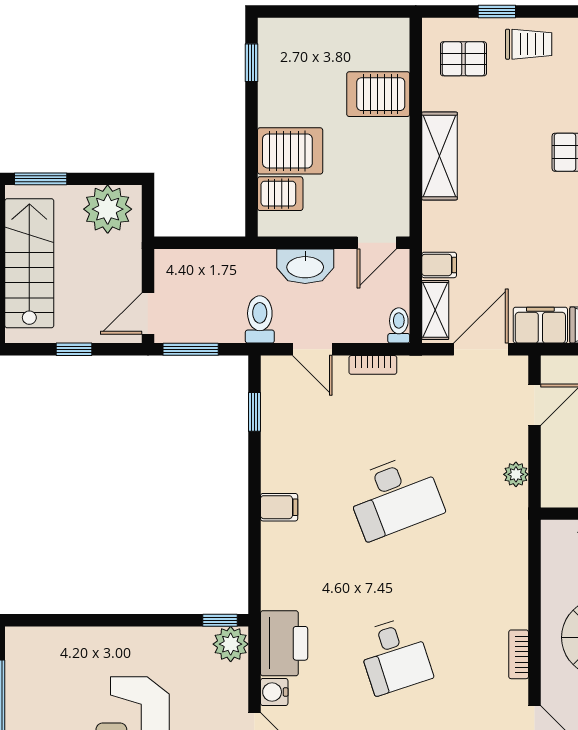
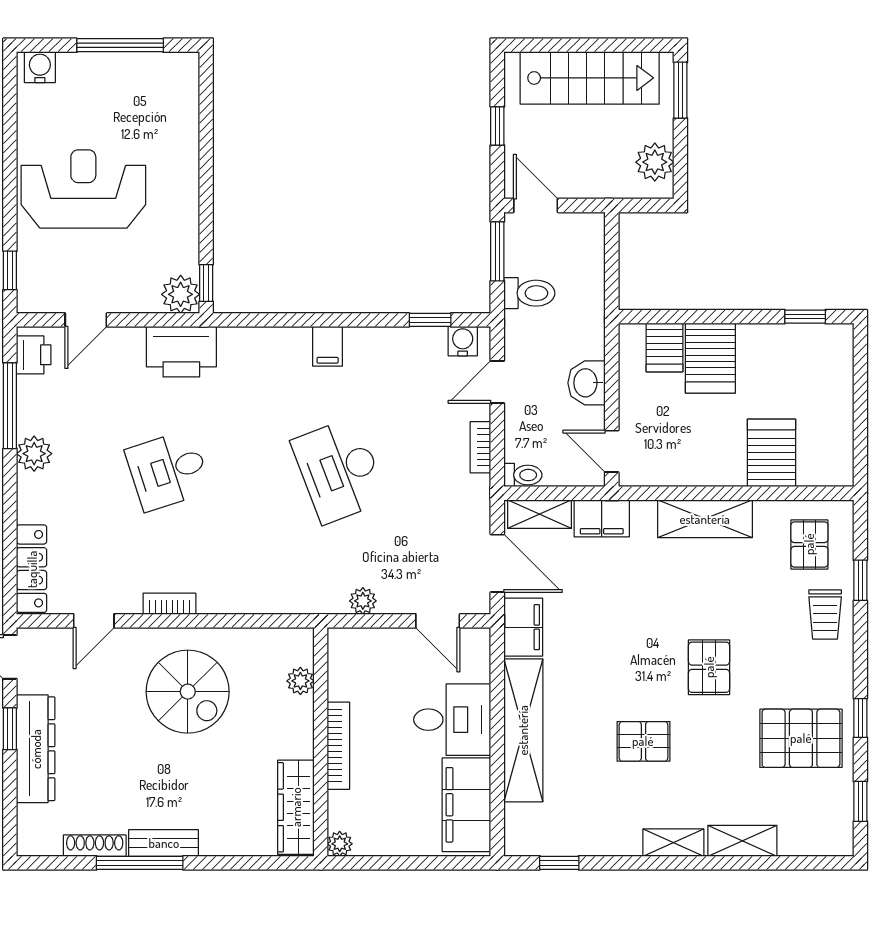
plant: (108, 209) -> (655, 162), width x0.73, depth x0.73
filing cabinet: (439, 265) -> (602, 518), width x2.00
washbasin: (305, 266) -> (587, 383), width x0.72
toilet: (260, 319) -> (529, 293), moved
water cooler: (274, 692) -> (463, 341), moved

